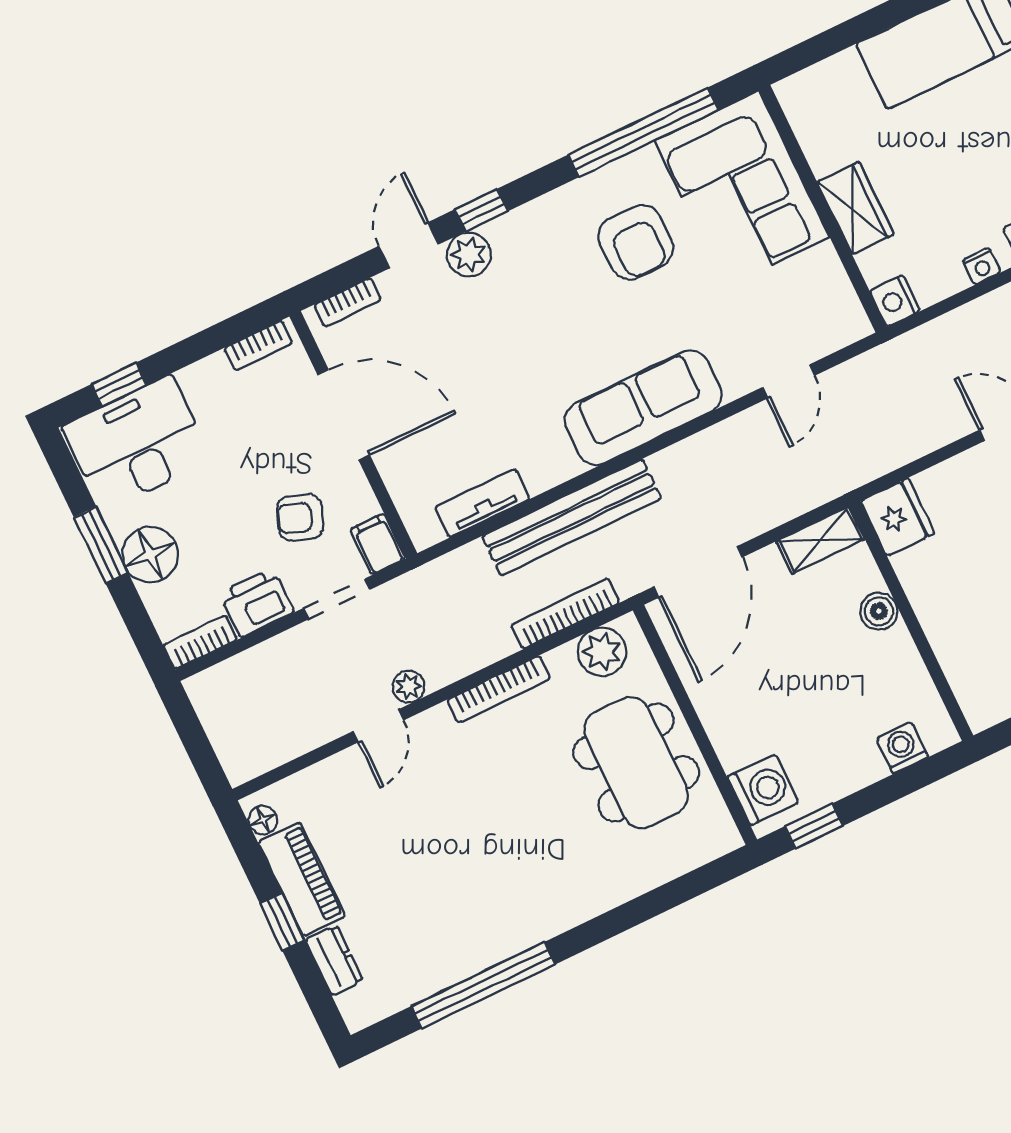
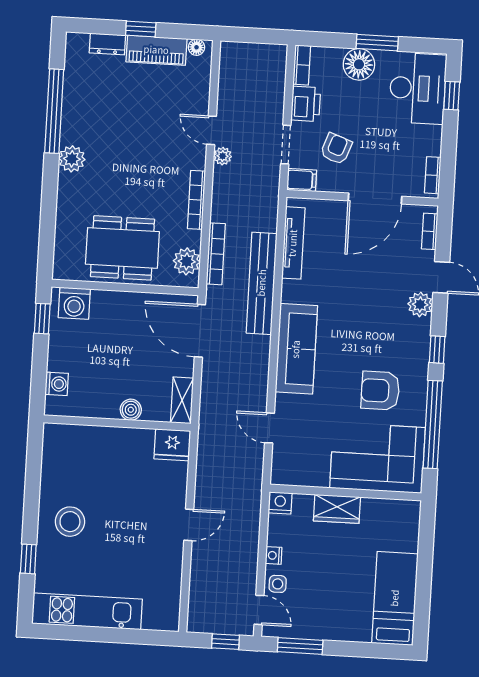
window: (481, 210) -> (437, 350), moved
tv unit: (482, 503) -> (293, 243), width x1.41
plant: (542, 917) -> (72, 159), added

